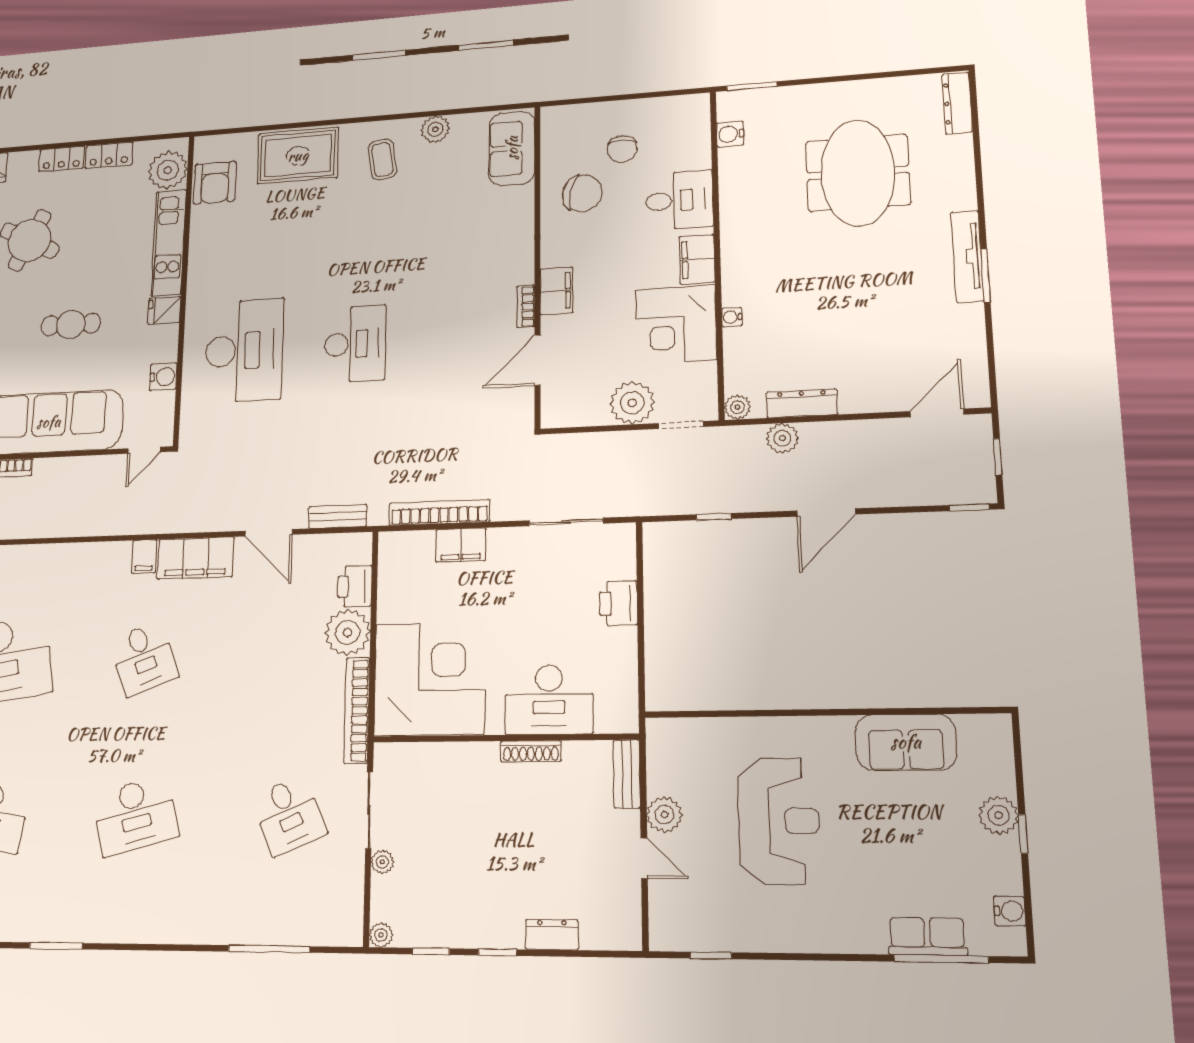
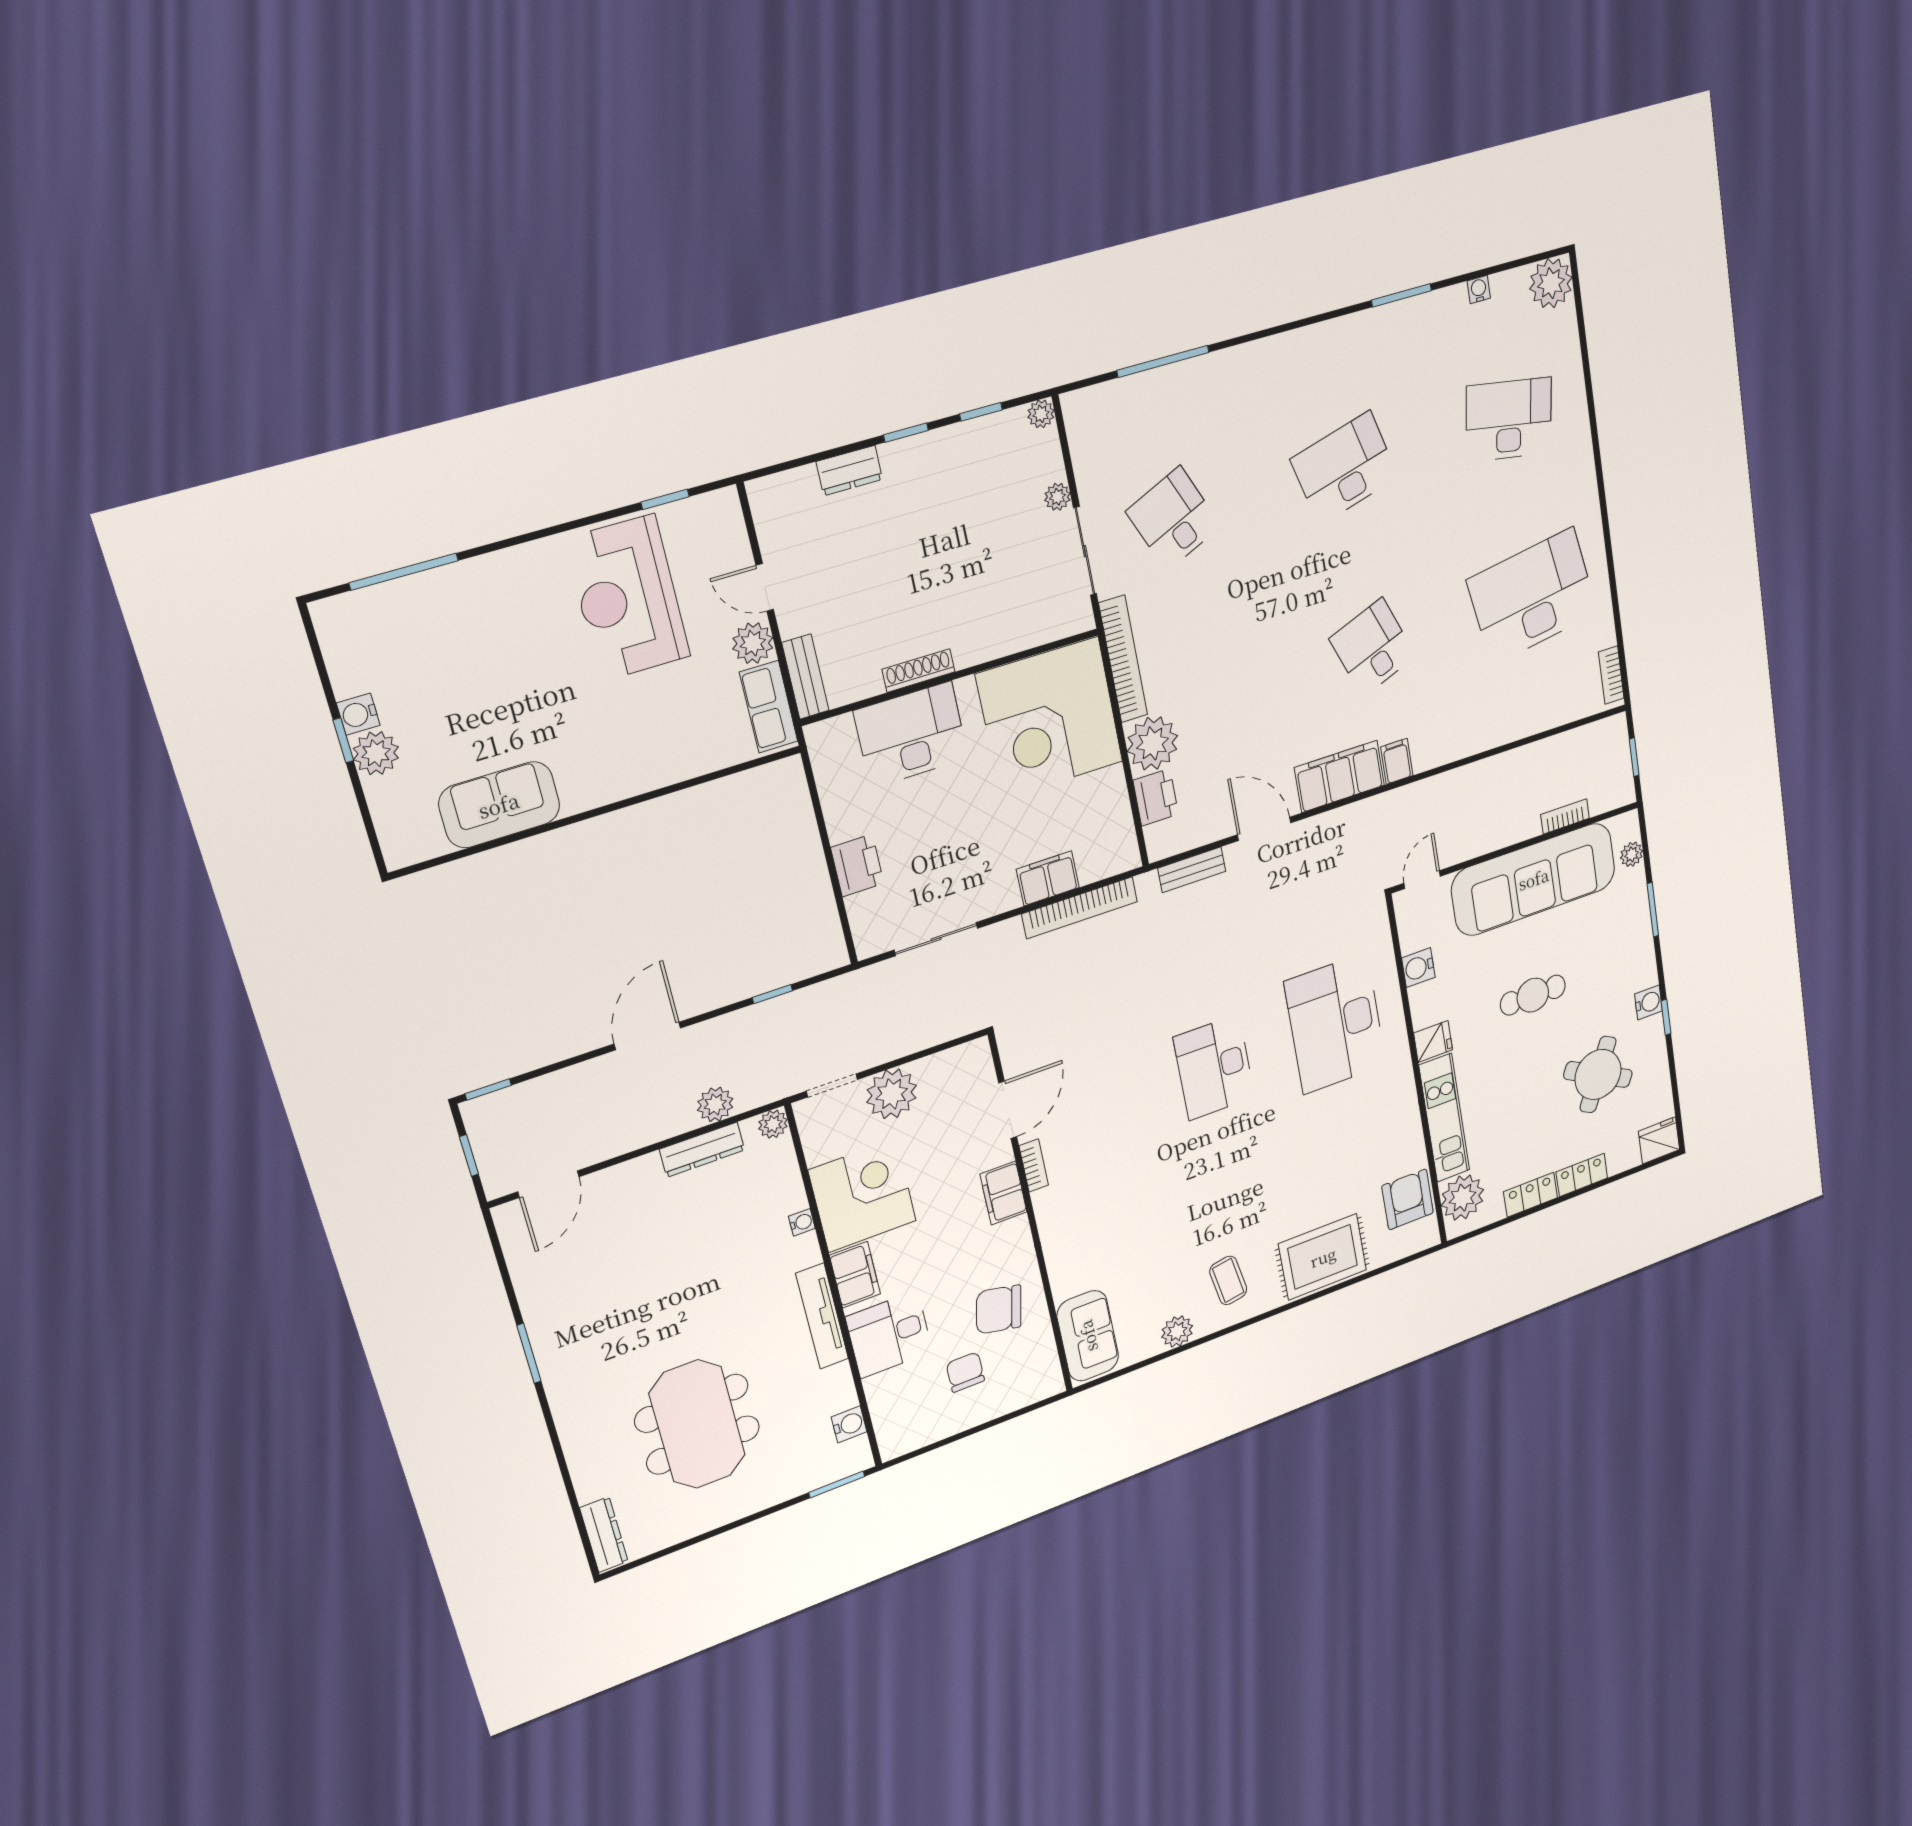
tv unit: (967, 256) -> (822, 1316), moved, turned 180
reception desk: (779, 821) -> (628, 598), moved
water cooler: (1010, 911) -> (358, 714), moved
row of seats: (927, 936) -> (769, 707), moved, turned 90

